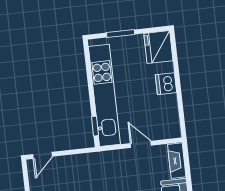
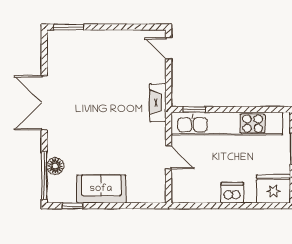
door: (141, 144) -> (169, 158), hinge flipped
fireplace: (177, 161) -> (158, 103), moved, turned -90

